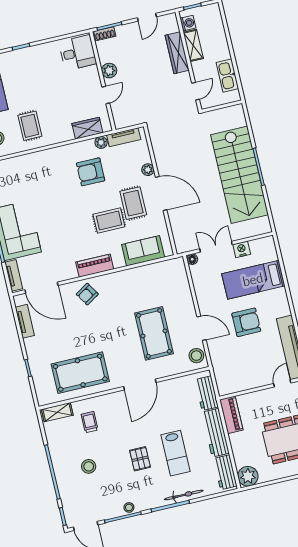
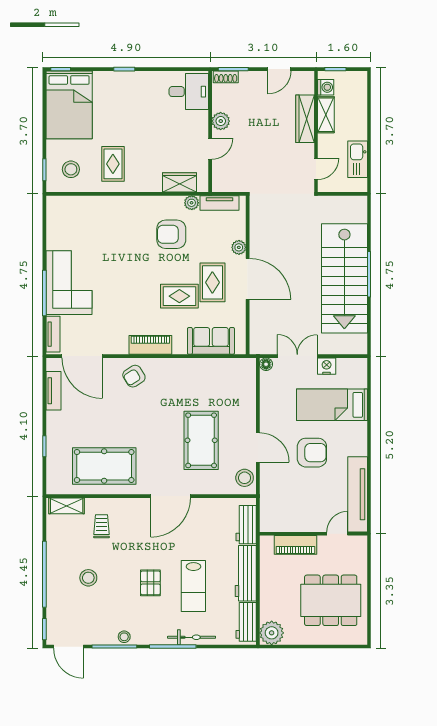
piano: (231, 415) -> (295, 545), moved, turned 90

